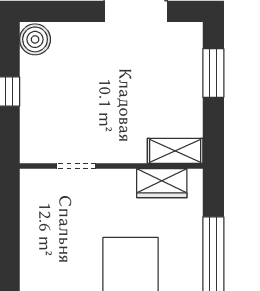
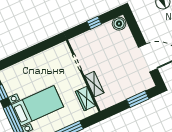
shelving: (175, 151) -> (94, 84), moved

